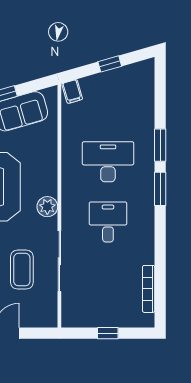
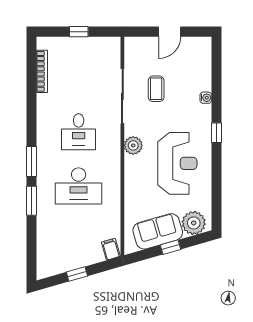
coffee table: (22, 270) -> (156, 89), width x0.73, depth x0.77

